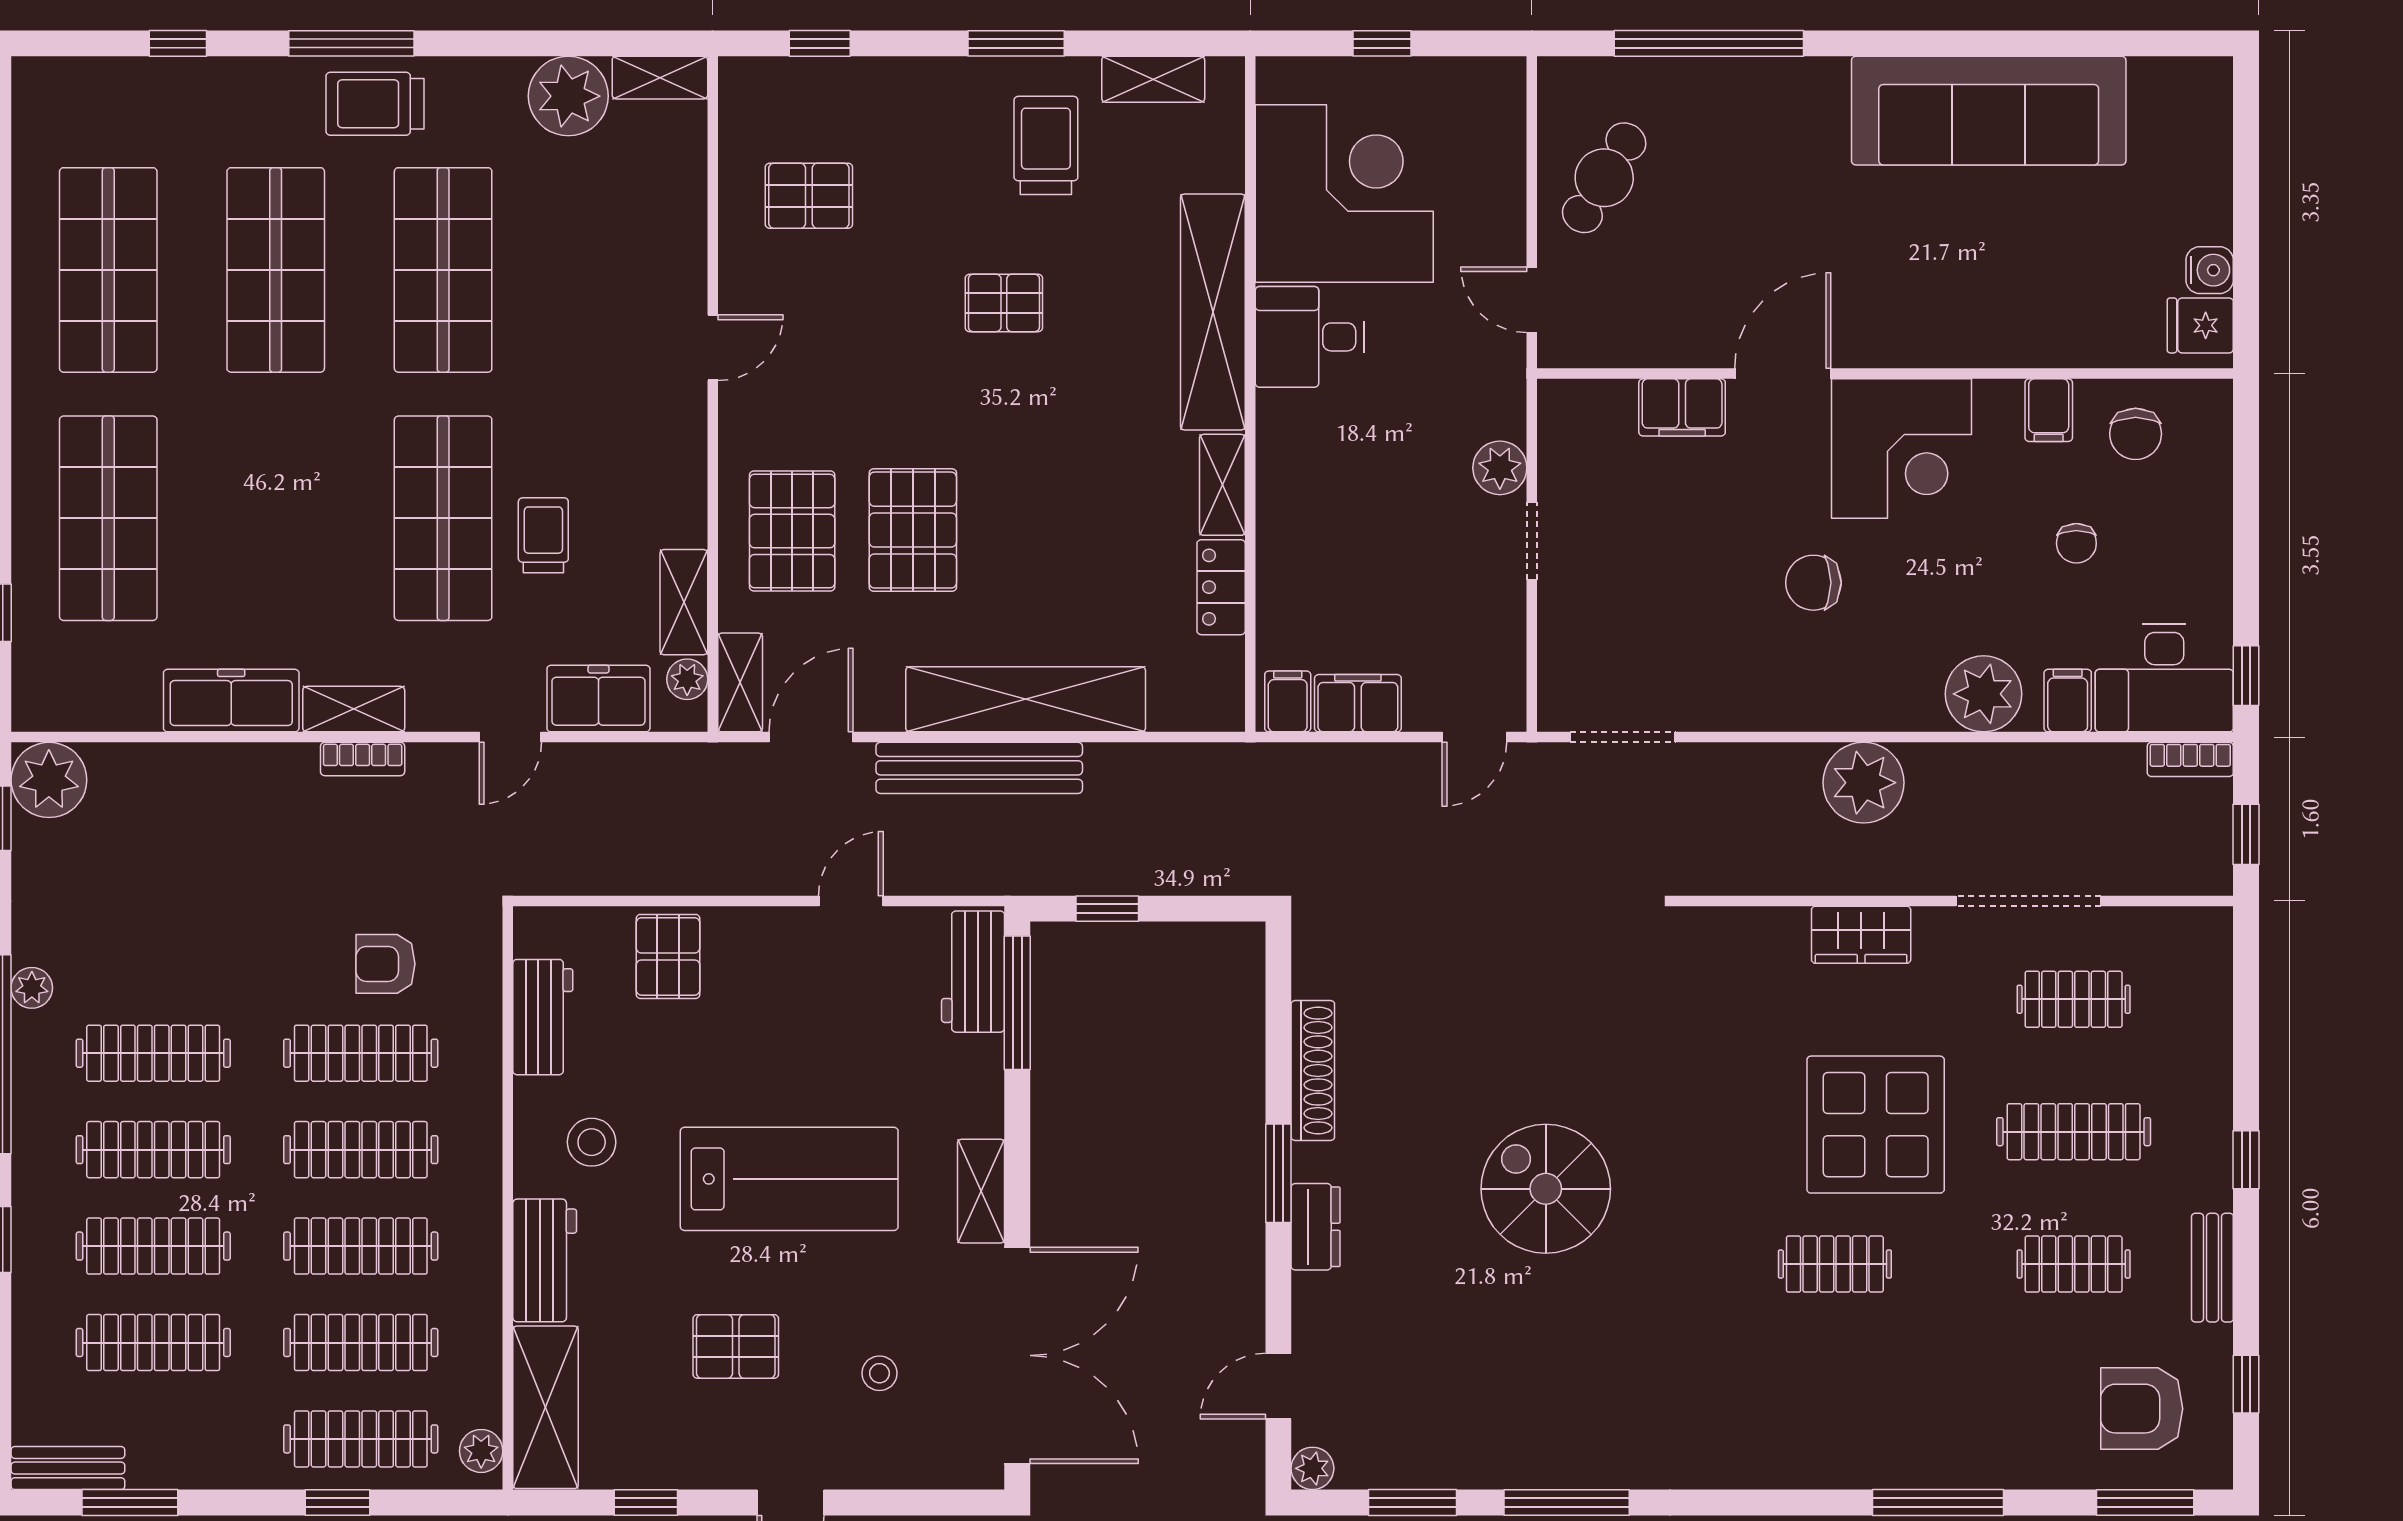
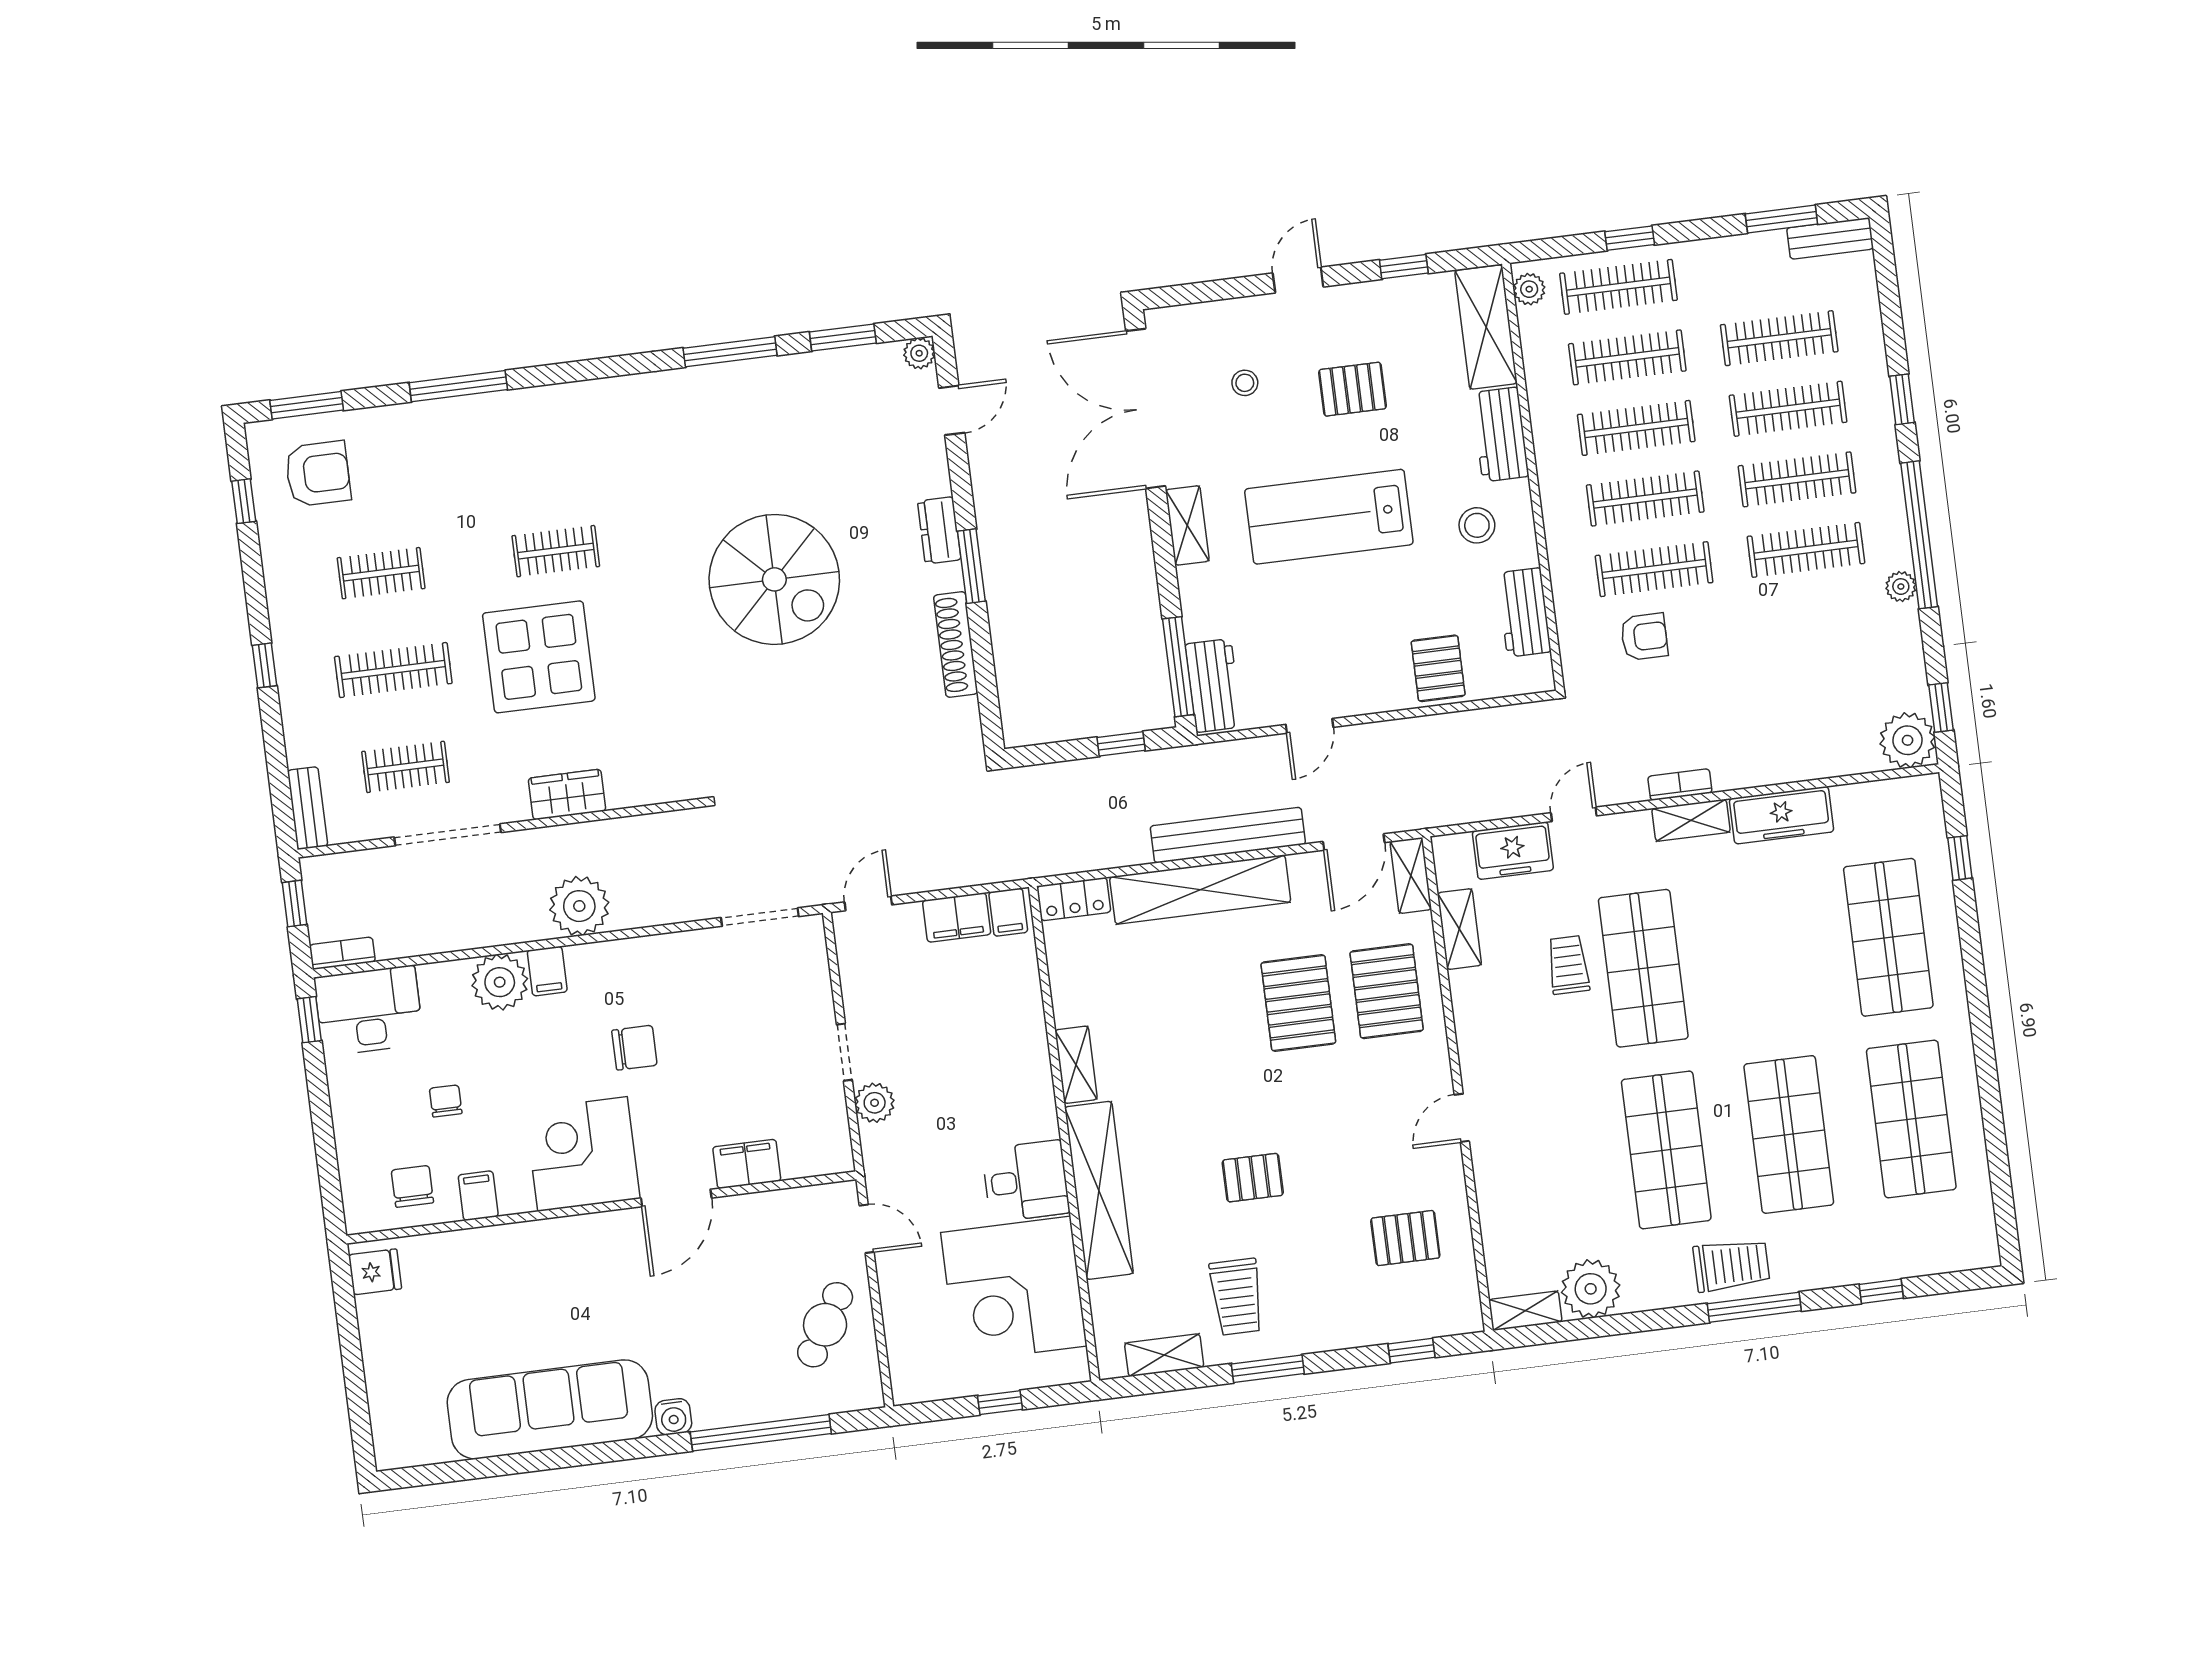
water cooler: (2210, 270) -> (673, 1417), moved, turned -90
trolley: (543, 535) -> (1568, 965), turned 180
locker: (1221, 587) -> (1074, 899), moved, turned 90
plant: (687, 679) -> (1450, 873), removed
filing cabinet: (2068, 701) -> (547, 971), moved
spiral stairs: (1546, 1189) -> (774, 579), width x1.37, depth x1.37
bench: (2212, 1268) -> (307, 808), moved

